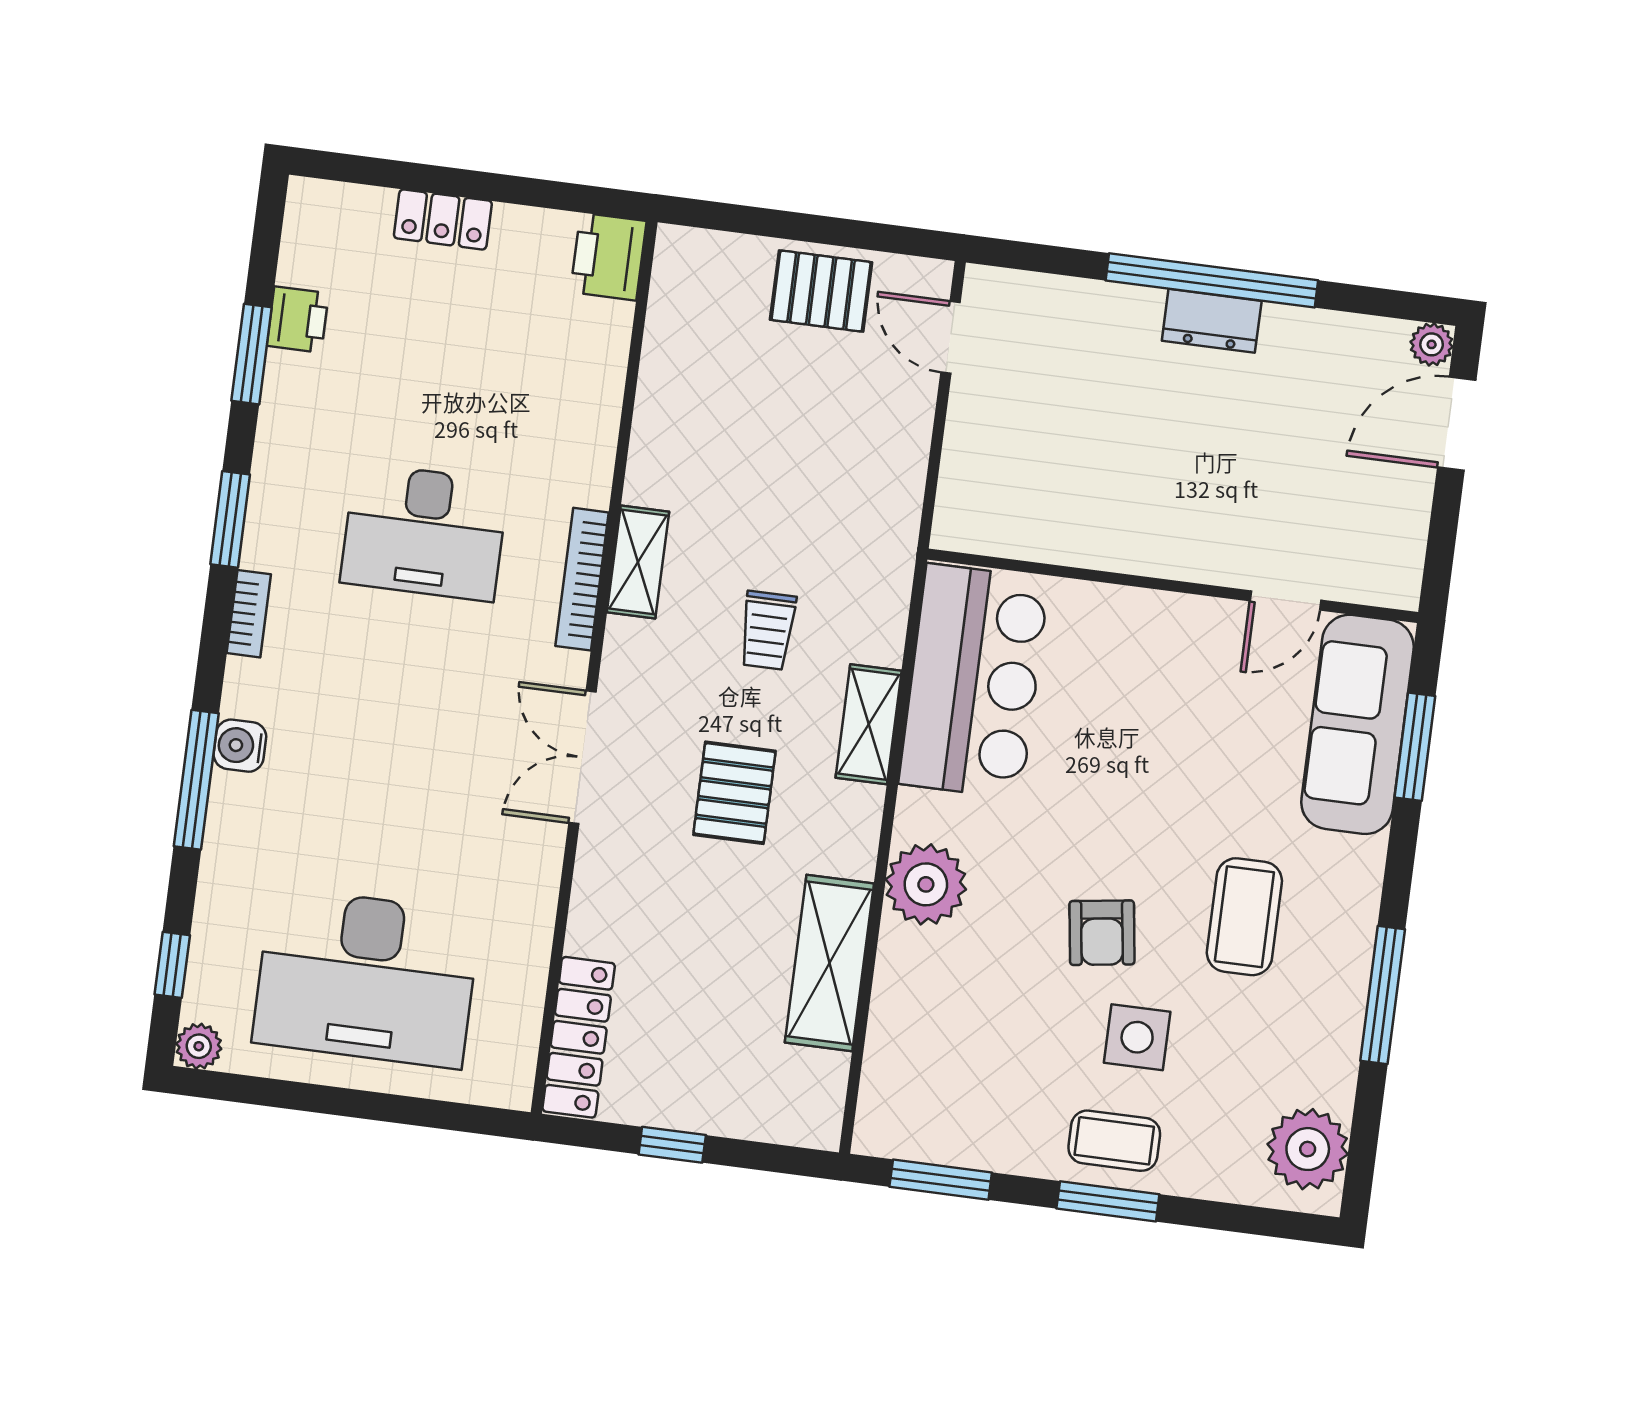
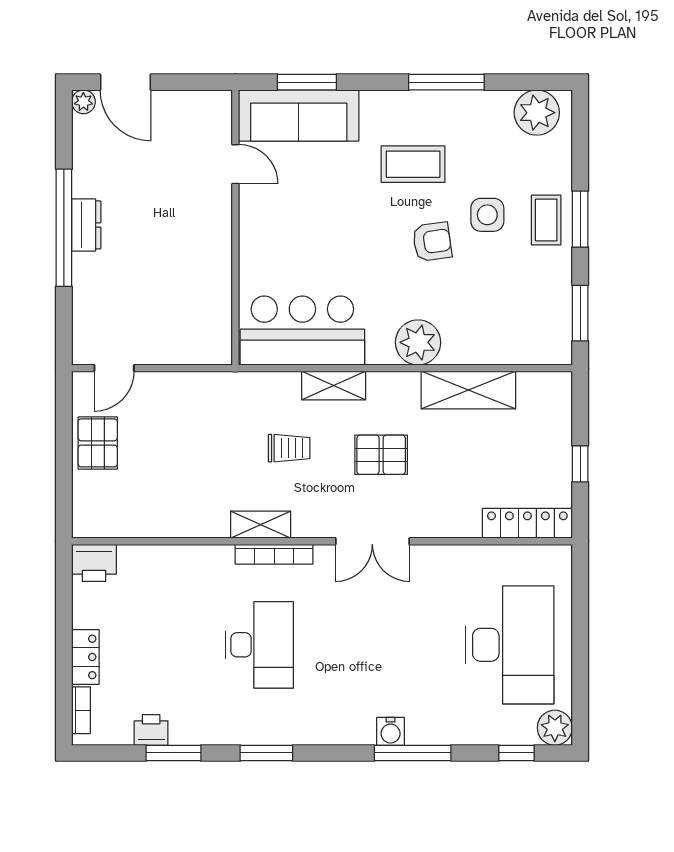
bookcase: (249, 614) -> (81, 710), moved, turned 90
plant: (199, 1046) -> (555, 728), width x1.38, depth x1.38

